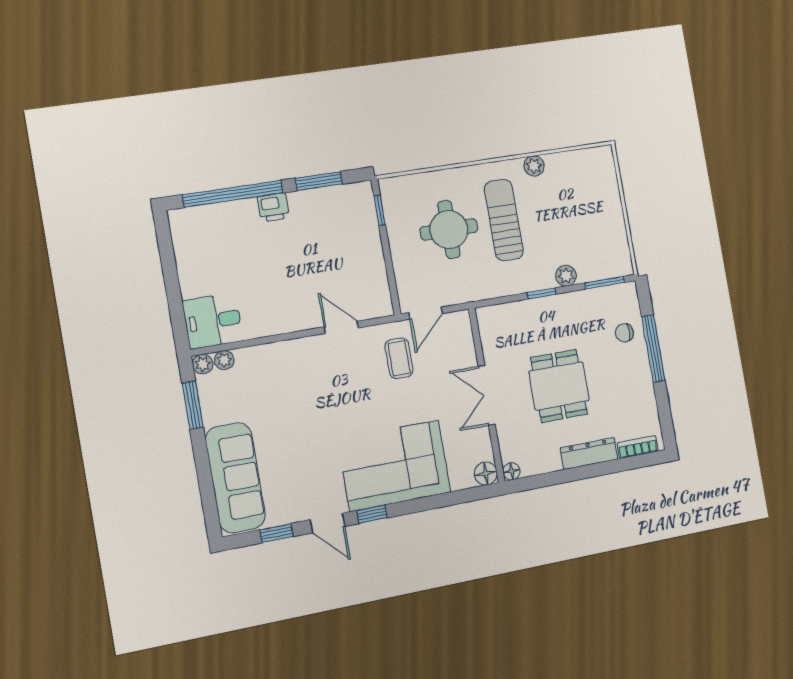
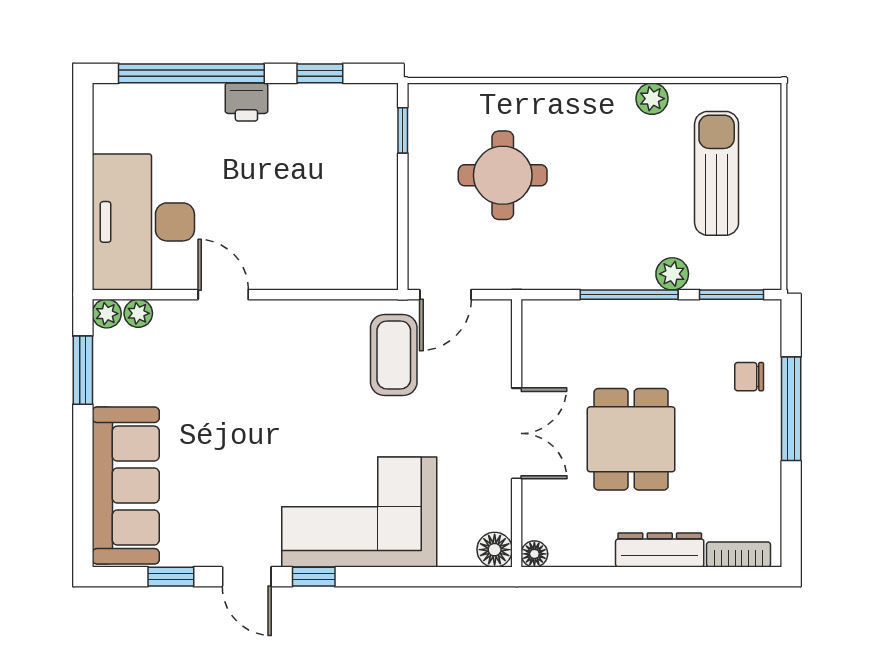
window: (319, 181) -> (320, 73), width x0.67
sun lounger: (504, 220) -> (717, 173), moved
window: (542, 293) -> (629, 295), width x2.17
desk: (213, 321) -> (143, 222), width x1.87, depth x1.30
door: (341, 327) -> (223, 295), moved
coffee table: (399, 358) -> (394, 355), width x1.36, depth x1.30
double door: (487, 395) -> (517, 433), swing flipped

